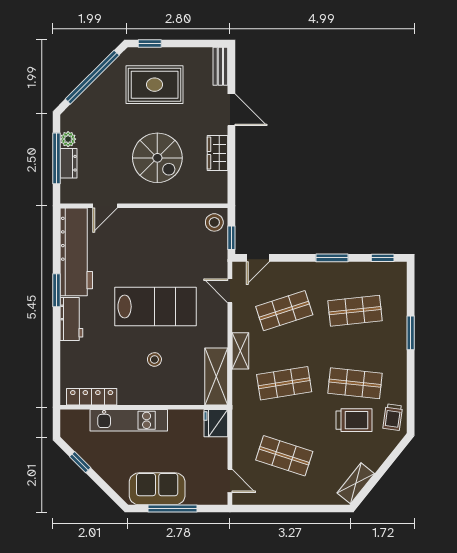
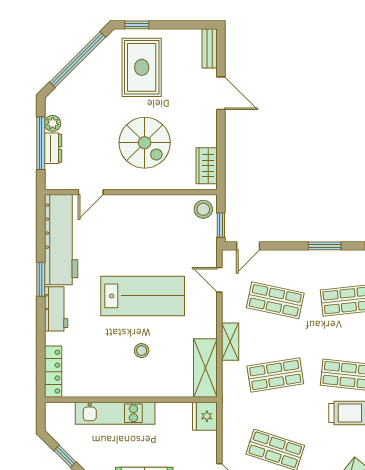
rug: (155, 85) -> (142, 67), turned 90
wardrobe: (217, 153) -> (207, 166), moved
shop shelf: (284, 311) -> (275, 300), turned 30
locker: (92, 397) -> (53, 372), moved, turned 90

